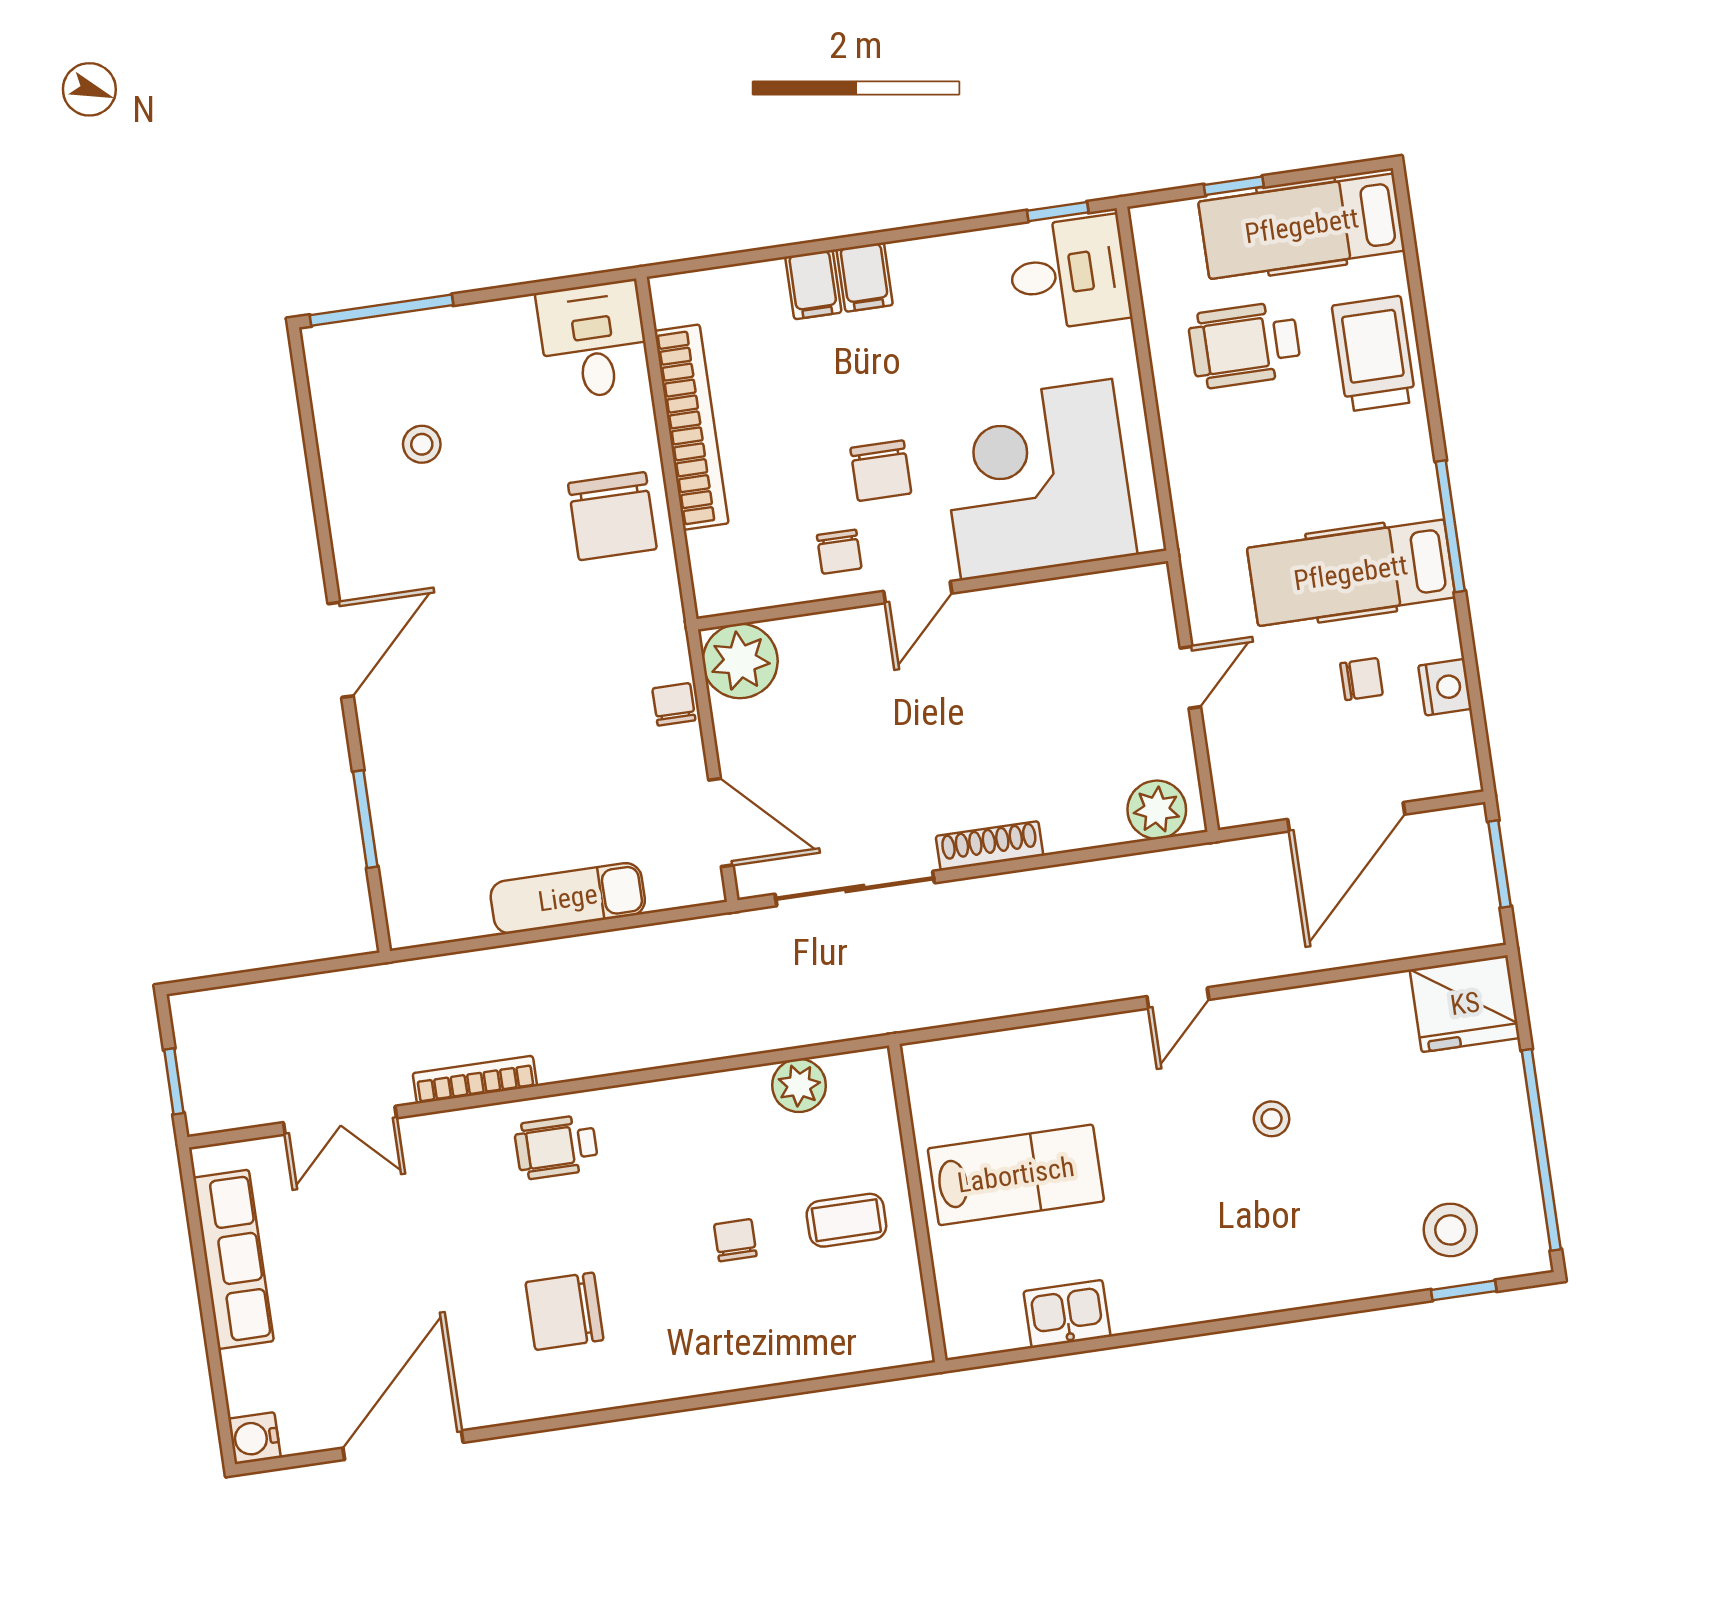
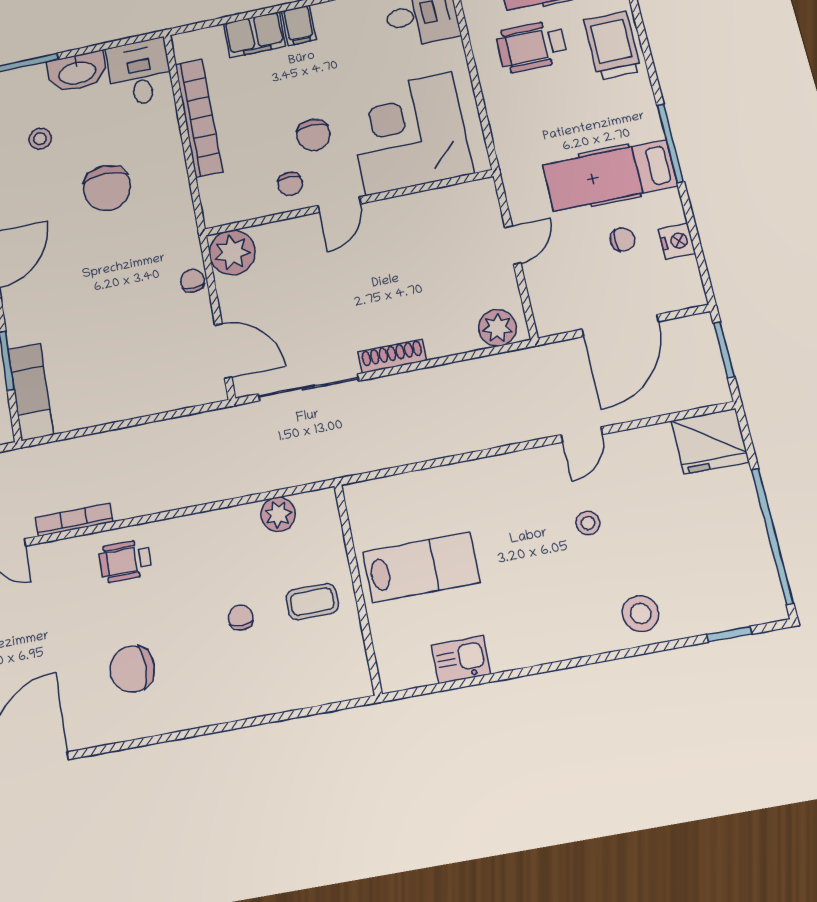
filing cabinet: (813, 285) -> (255, 35), width x2.00
washbasin: (486, 331) -> (77, 72), added
chair: (612, 516) -> (107, 188), moved
exam couch: (568, 898) -> (31, 392), moved, turned 90
door: (1178, 998) -> (582, 435), moved
stool: (1450, 1230) -> (641, 614), moved

